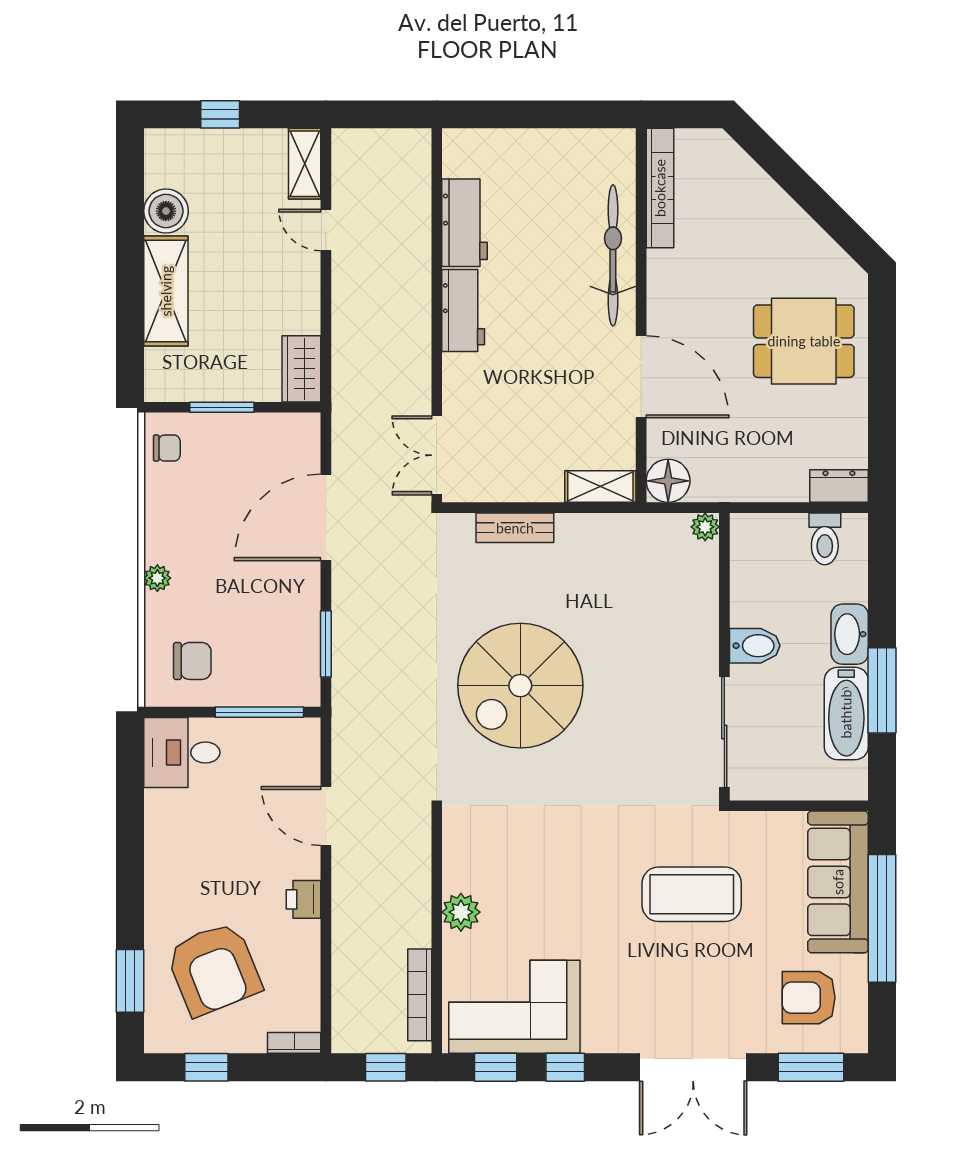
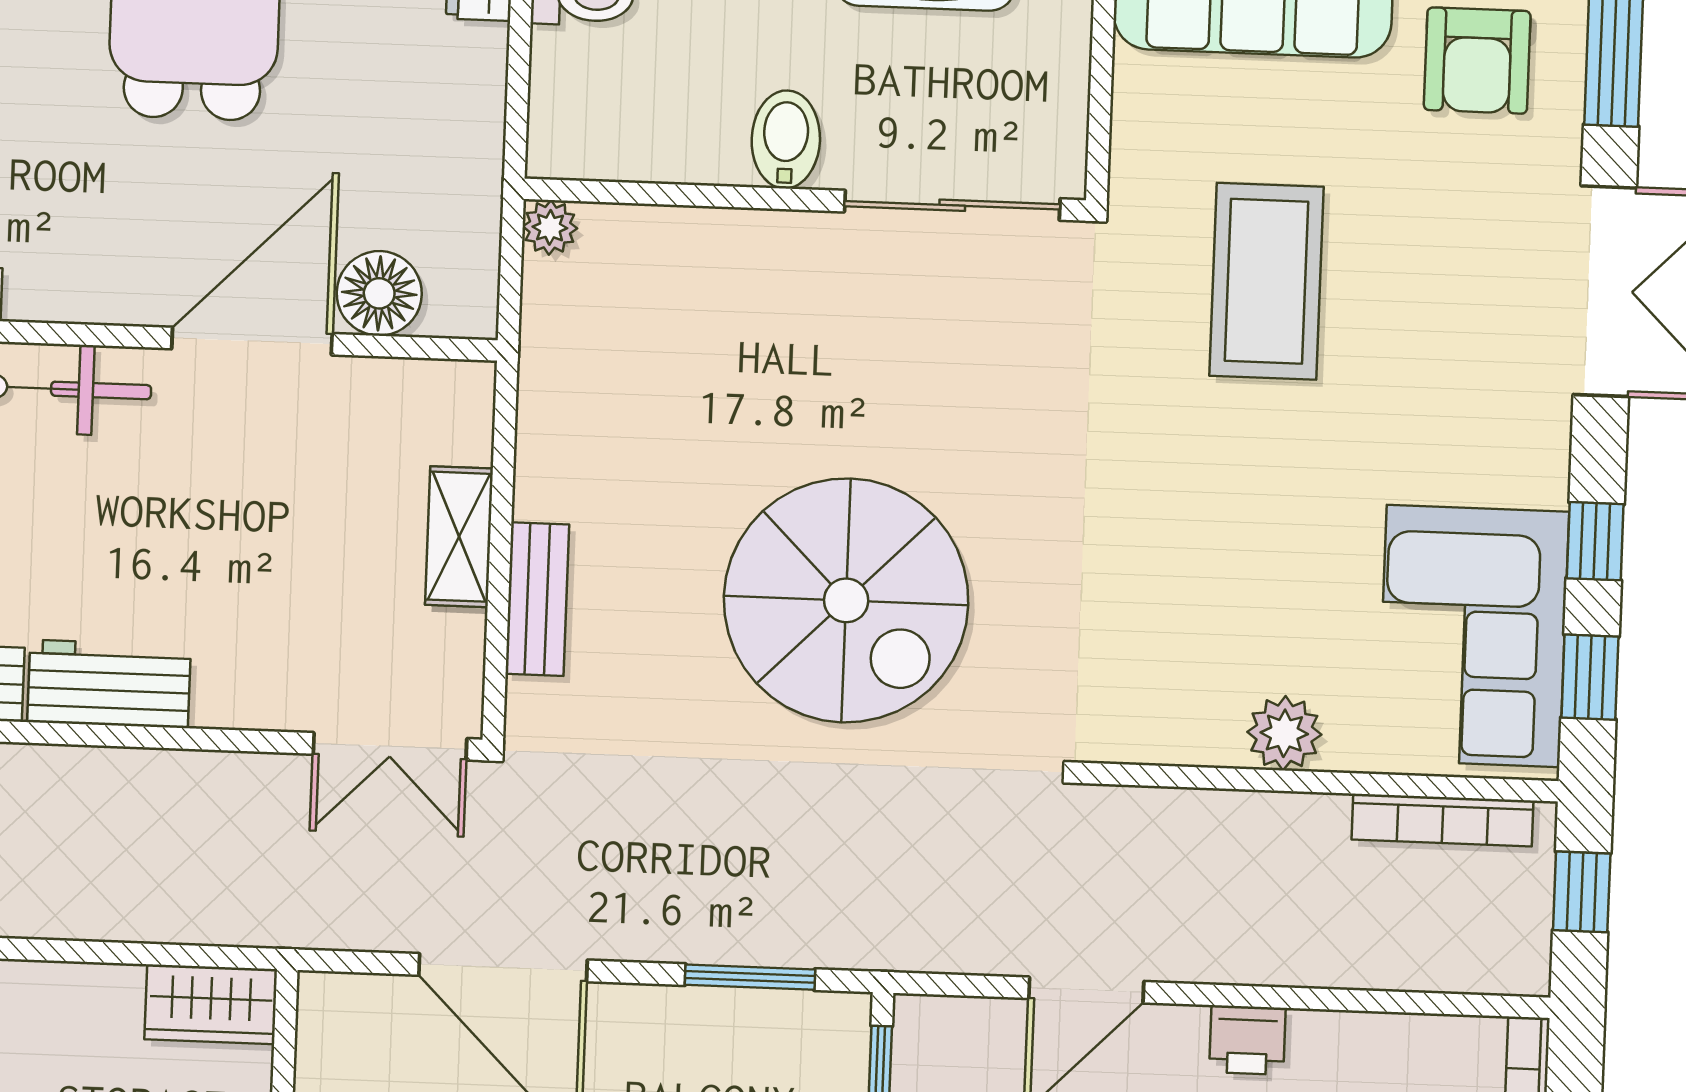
floor lamp: (668, 481) -> (379, 293), moved
shelving: (600, 487) -> (459, 537), moved

